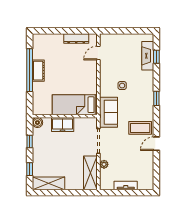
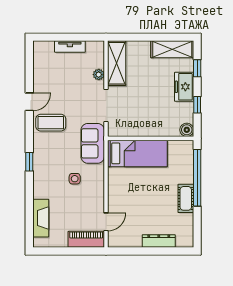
dresser: (76, 39) -> (159, 241), moved
piano: (113, 40) -> (86, 239), added
window: (156, 57) -> (29, 217), removed
window: (30, 70) -> (197, 178), moved
freezer: (63, 125) -> (184, 87), moved, turned -90

